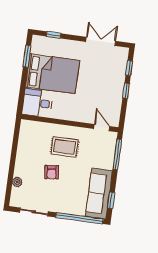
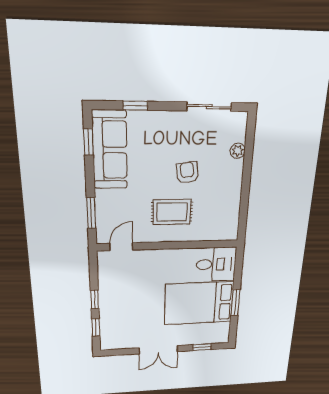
double door: (101, 41) -> (158, 350), moved
window: (27, 56) -> (235, 303), moved
door: (102, 128) -> (121, 247), swing flipped
window: (117, 154) -> (91, 213), width x0.69
window: (79, 218) -> (135, 106), width x0.32

